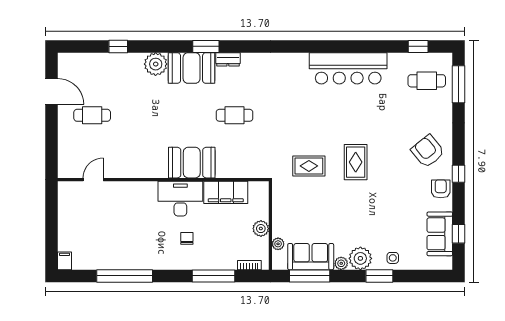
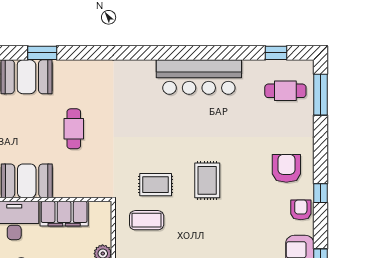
dresser: (228, 59) -> (67, 67), removed
cafe table: (234, 115) -> (74, 129), turned 90
armchair: (428, 151) -> (286, 168), turned 39
coffee table: (301, 198) -> (147, 220), added

